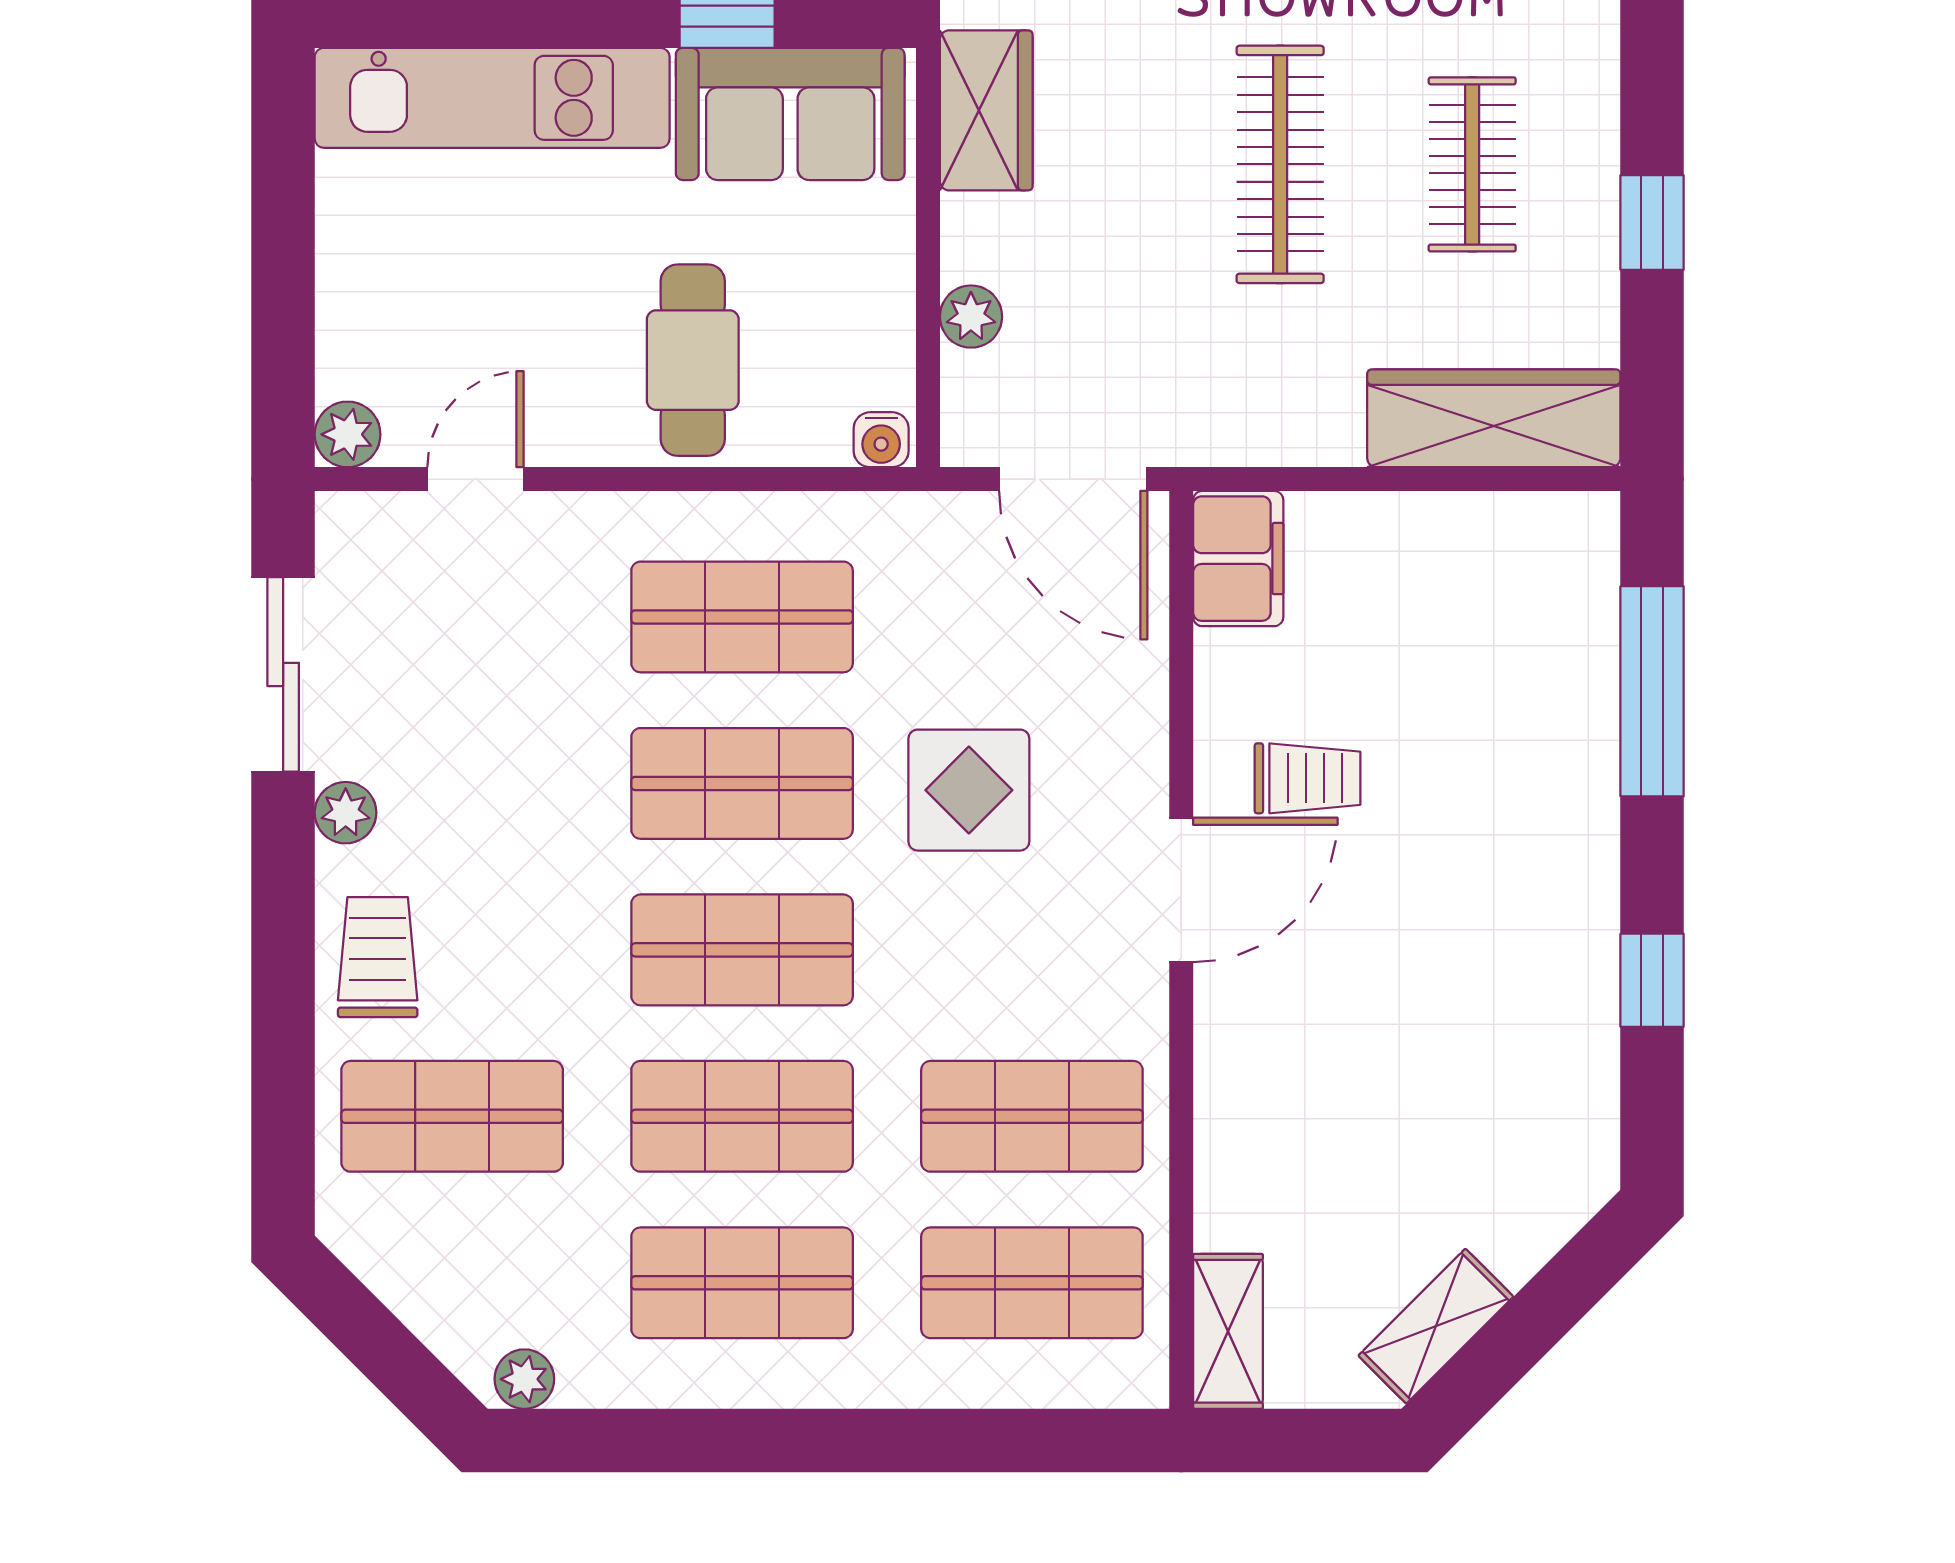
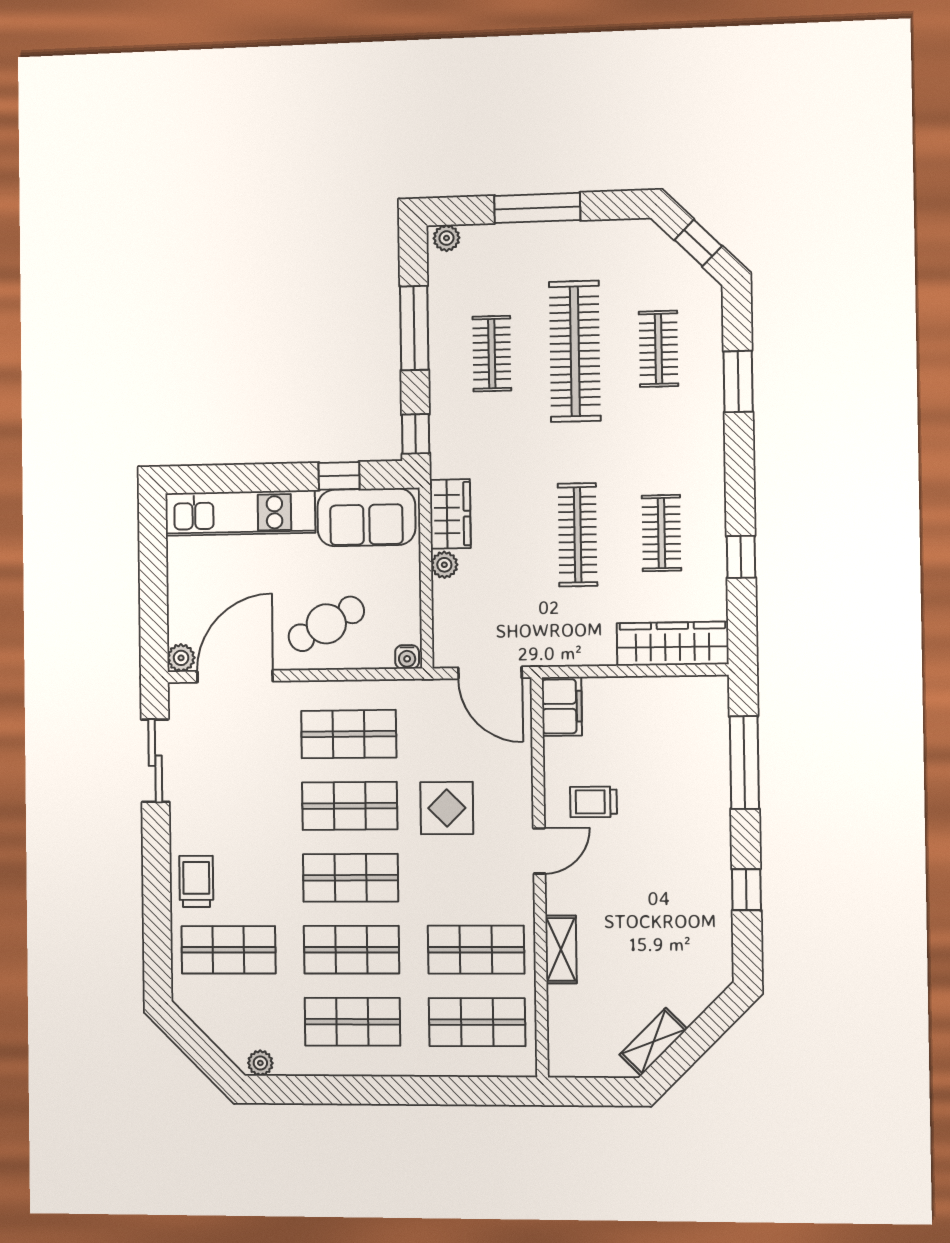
plant: (971, 317) -> (444, 565), moved
cafe table: (693, 360) -> (326, 624), turned 62
door: (475, 479) -> (235, 676), width x1.88
trolley: (1308, 778) -> (593, 802), turned 180
plant: (346, 813) -> (182, 820), removed
door: (1181, 890) -> (539, 851), width x0.73
shelving: (1228, 1331) -> (561, 949), moved

